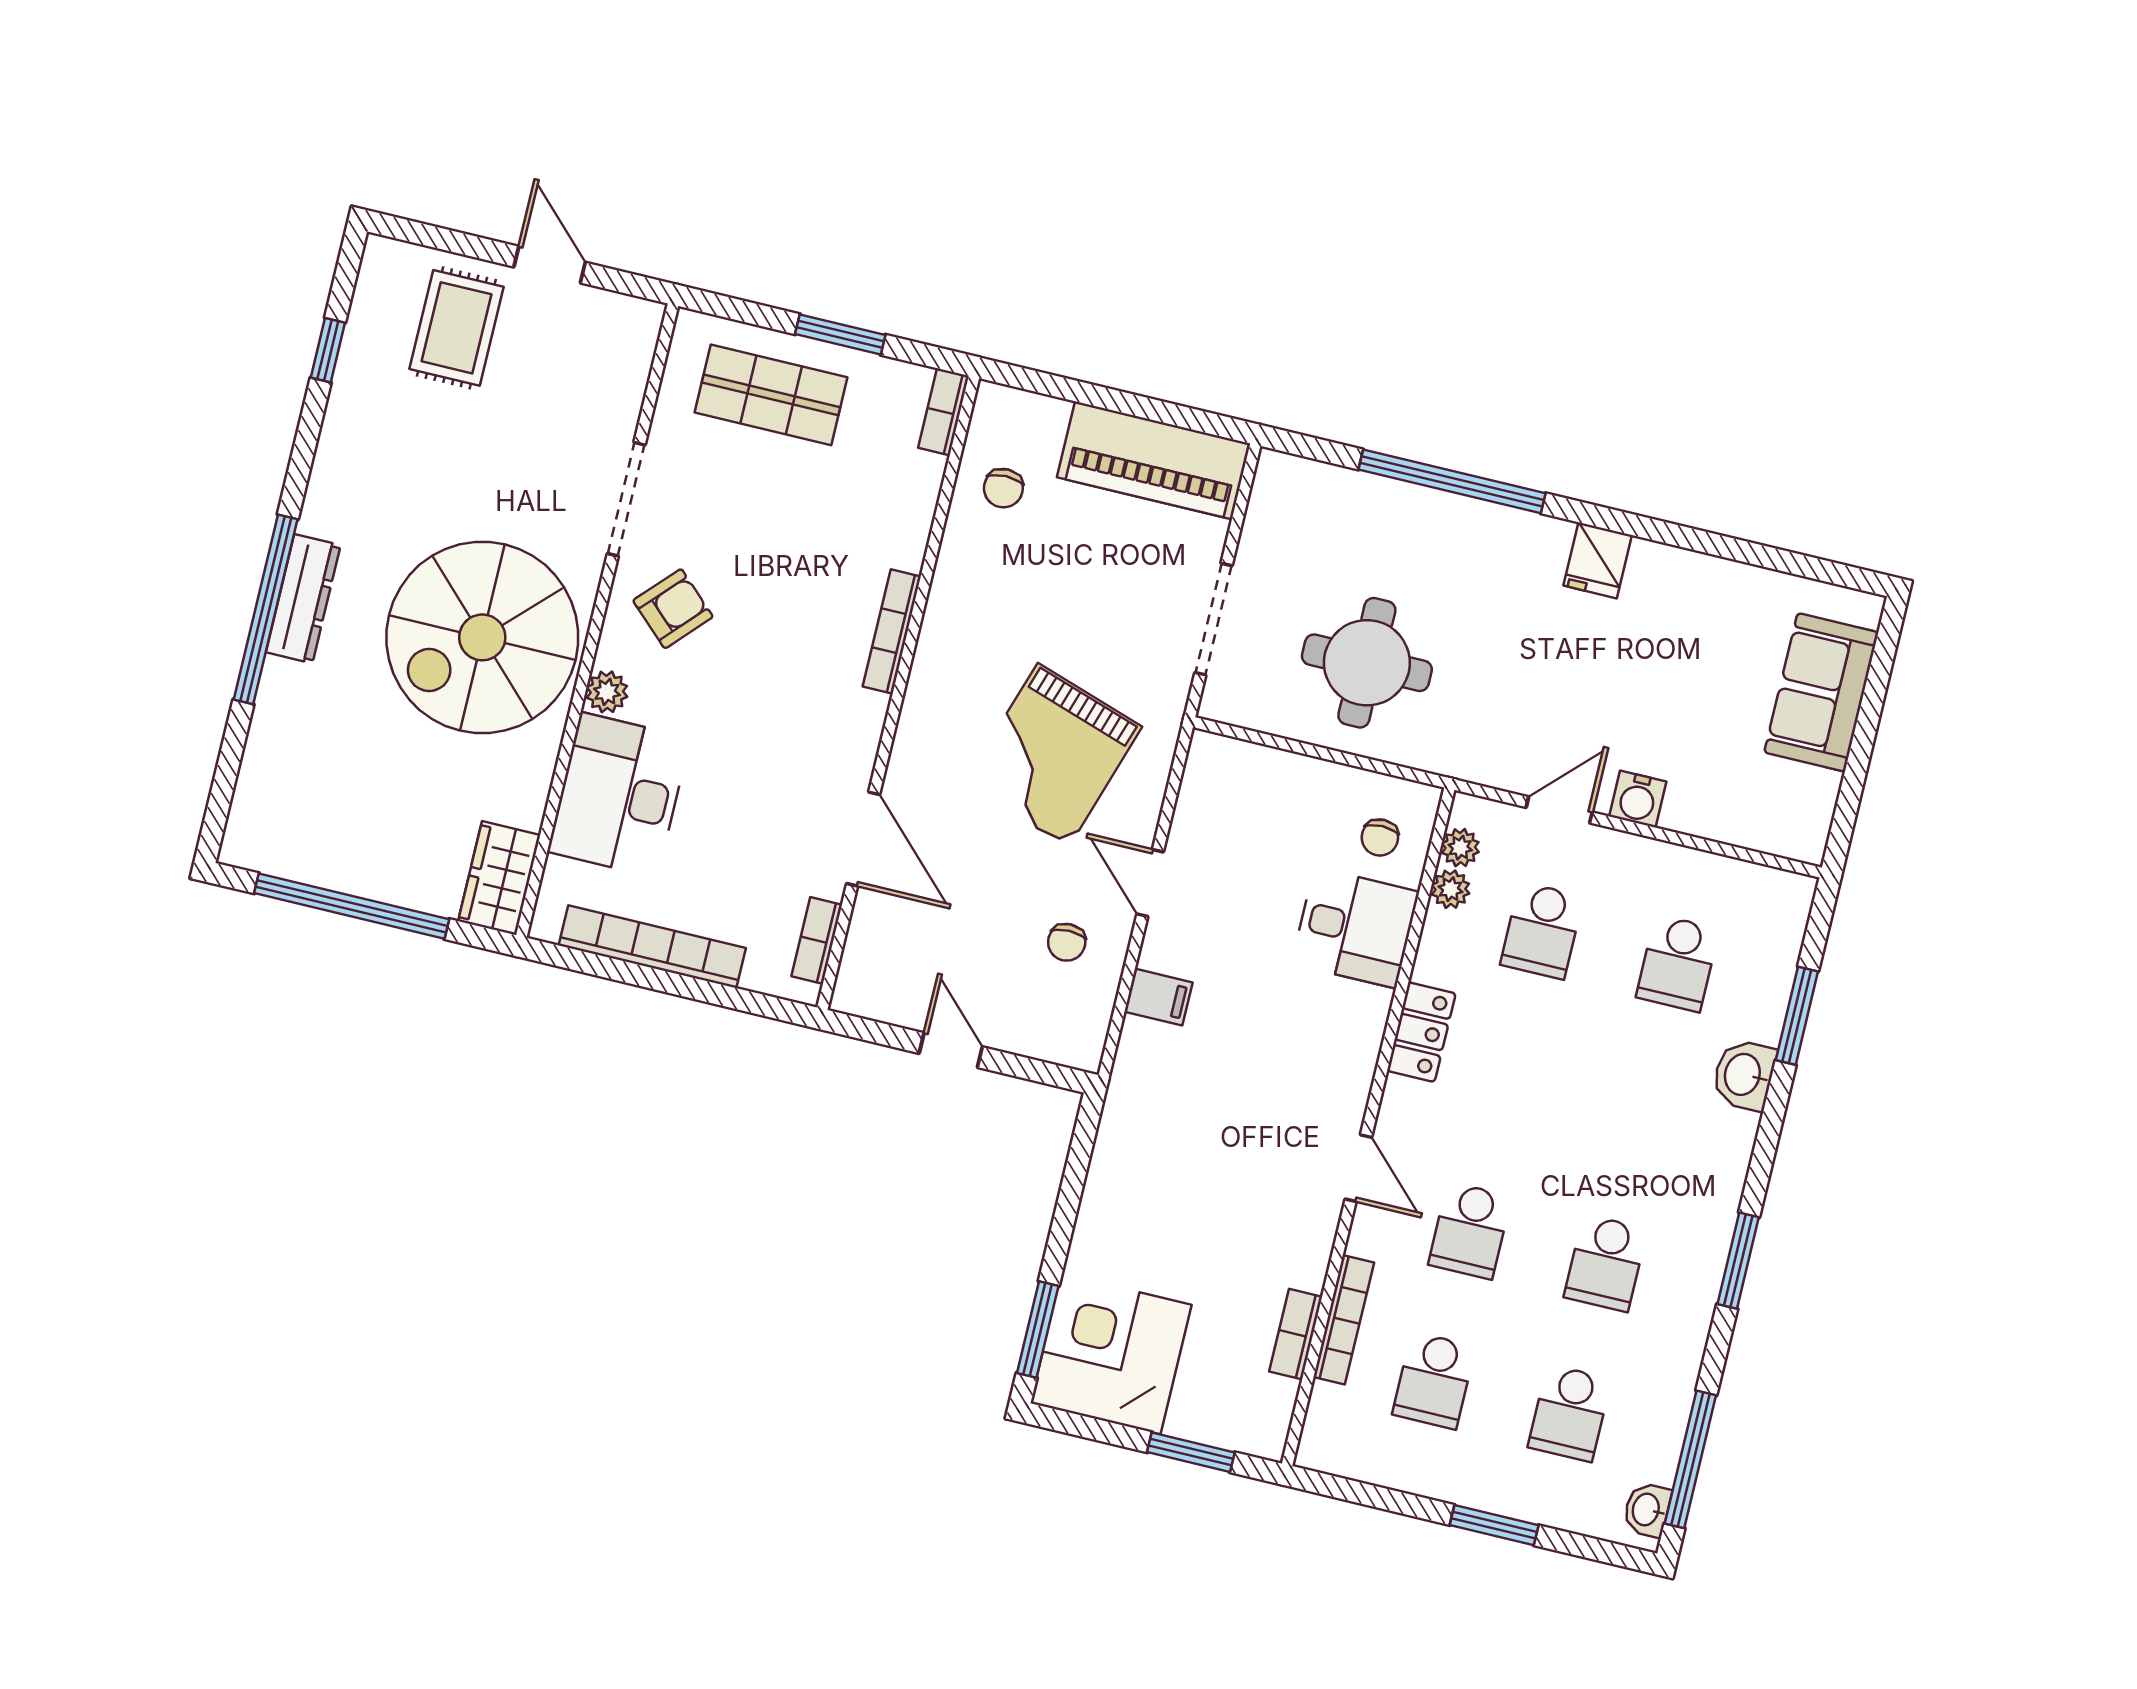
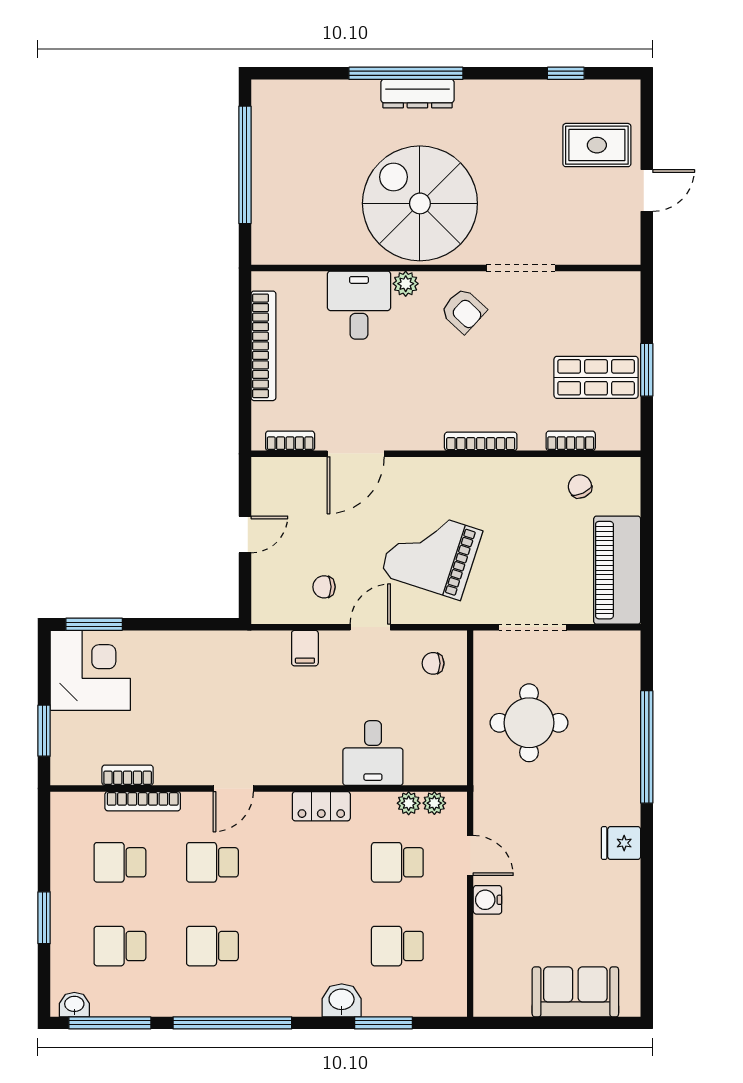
shop shelf: (771, 395) -> (596, 377), moved, turned 90
bookcase: (944, 412) -> (571, 441), moved
chair: (1003, 488) -> (580, 486), turned 65
desk: (619, 795) -> (359, 305), width x0.73
chair: (1380, 837) -> (433, 663), moved
wardrobe: (499, 878) -> (282, 247), removed
window: (1738, 1261) -> (232, 1023), width x2.11

